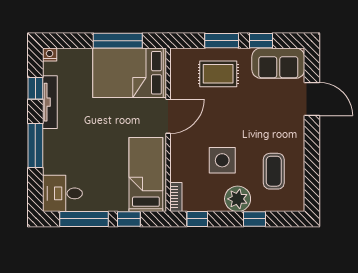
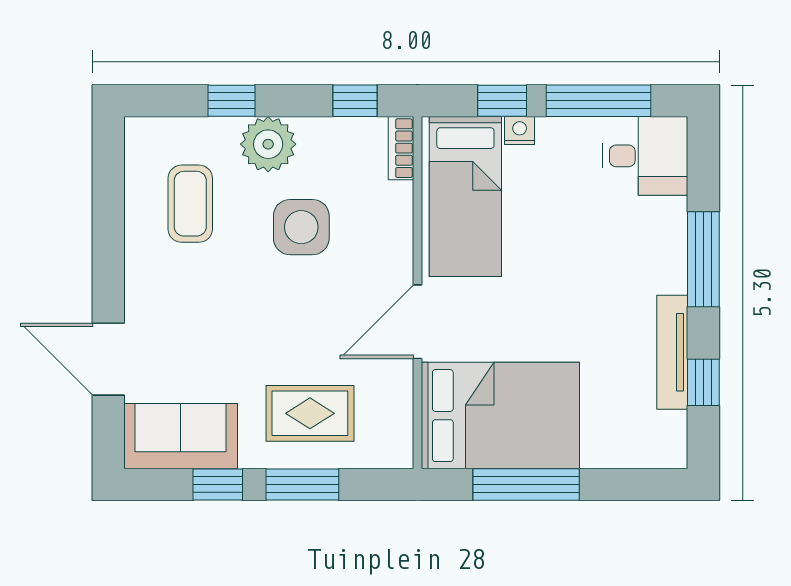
nightstand: (50, 55) -> (520, 131), moved, turned 180

